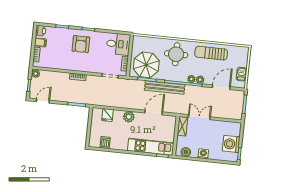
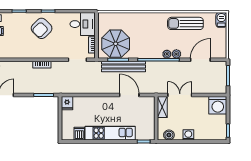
armchair: (81, 44) -> (42, 28), turned 45
round table: (176, 54) -> (147, 29), removed
barbecue: (242, 74) -> (221, 20), moved
bench: (165, 88) -> (123, 67), moved
door: (154, 112) -> (129, 95), hinge flipped
fridge: (108, 115) -> (67, 103), moved
plant: (129, 117) -> (102, 103), removed
washing machine: (231, 144) -> (218, 105), moved, turned -90
kitchen unit: (151, 147) -> (110, 133), moved

